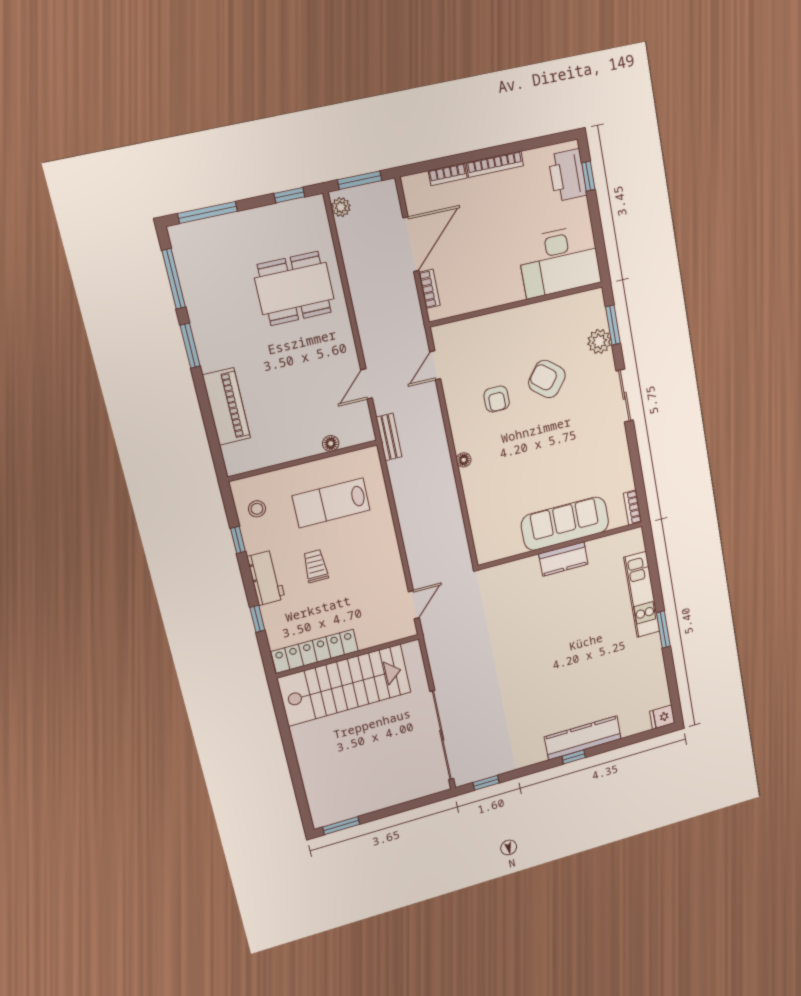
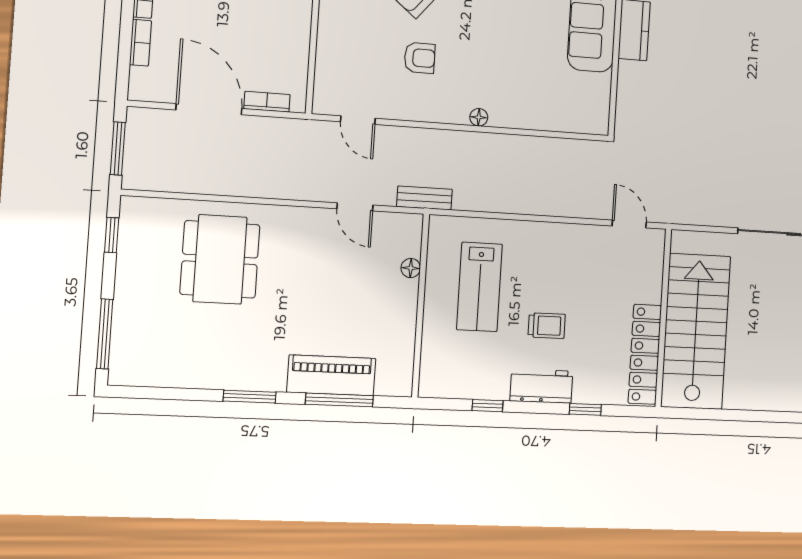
plant: (341, 207) -> (142, 179), removed
window: (174, 279) -> (339, 400), moved
stool: (257, 509) -> (459, 374), removed
trolley: (316, 566) -> (547, 326), turned 180

